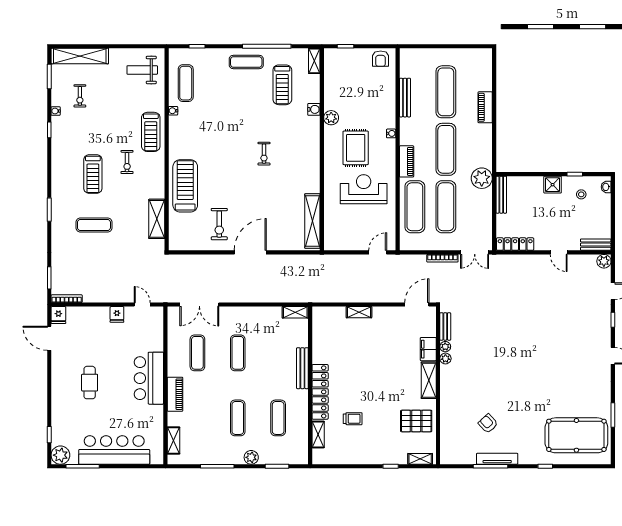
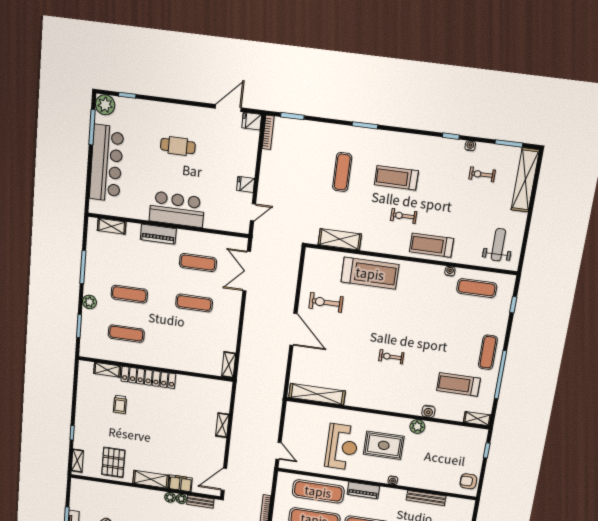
door: (417, 305) -> (224, 479), swing flipped
bench: (302, 368) -> (173, 364), removed

